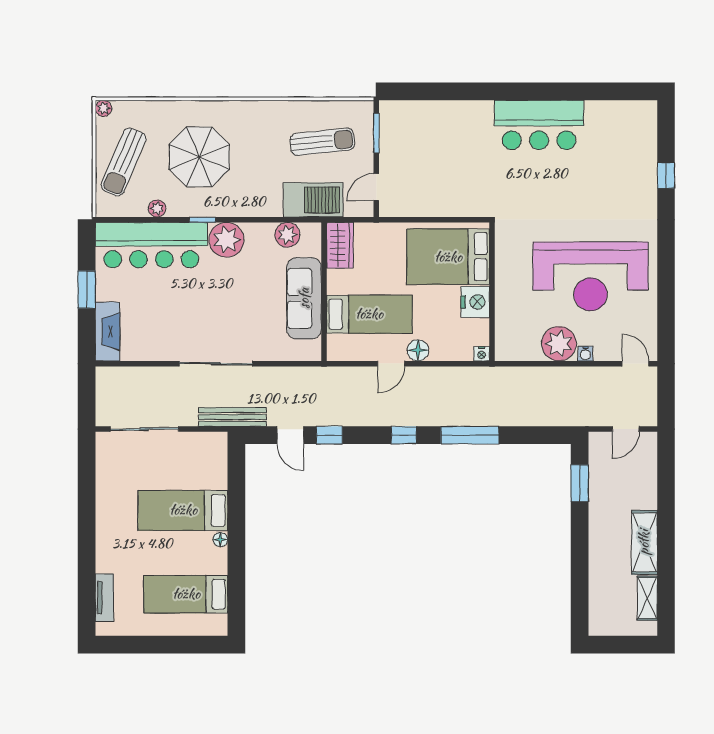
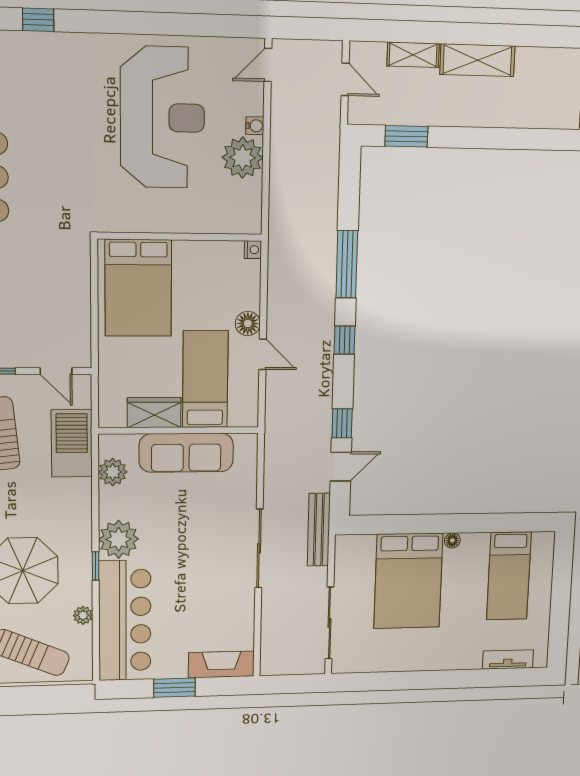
wardrobe: (340, 245) -> (154, 413), moved
nightstand: (475, 302) -> (192, 257), removed
bed: (183, 510) -> (408, 581), width x1.50
shelving: (647, 598) -> (413, 55), moved

